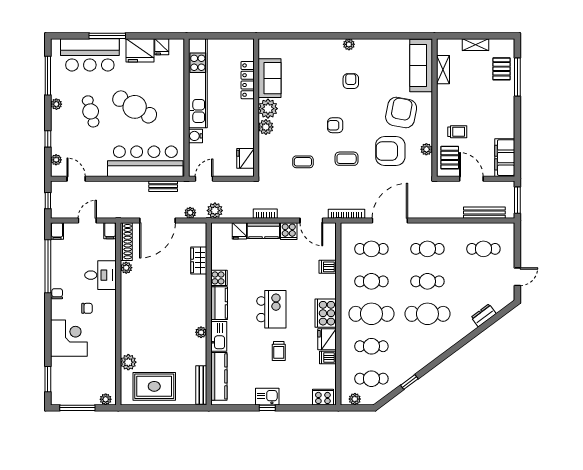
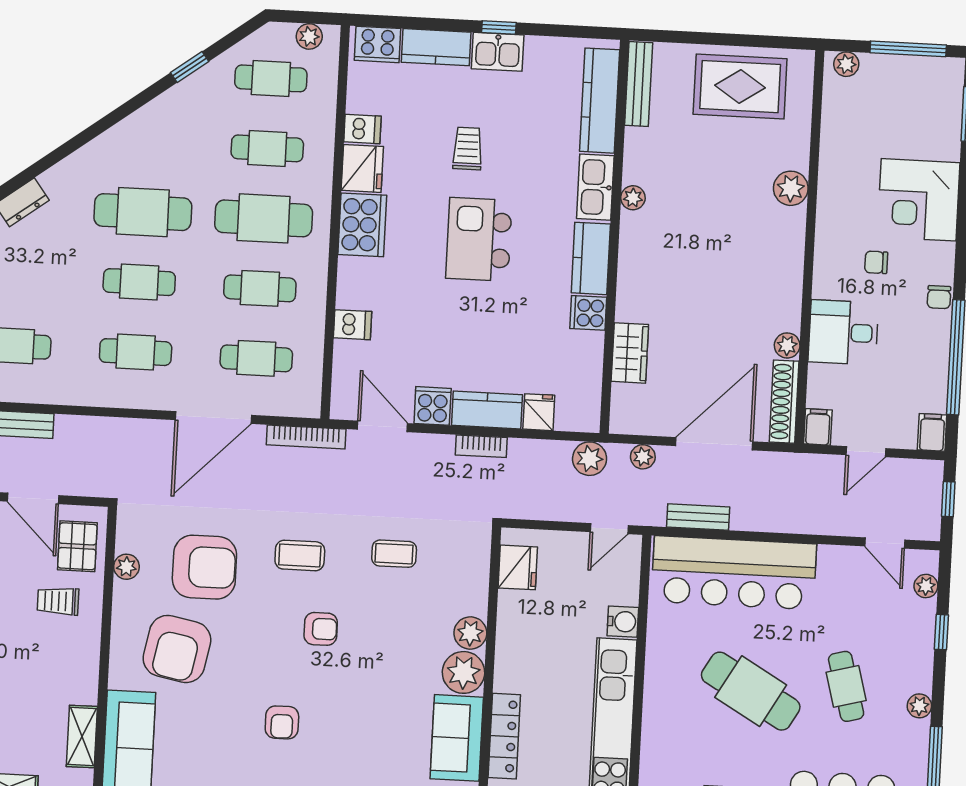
plant: (128, 362) -> (791, 188), moved
kitchen counter: (296, 397) -> (436, 47), added

